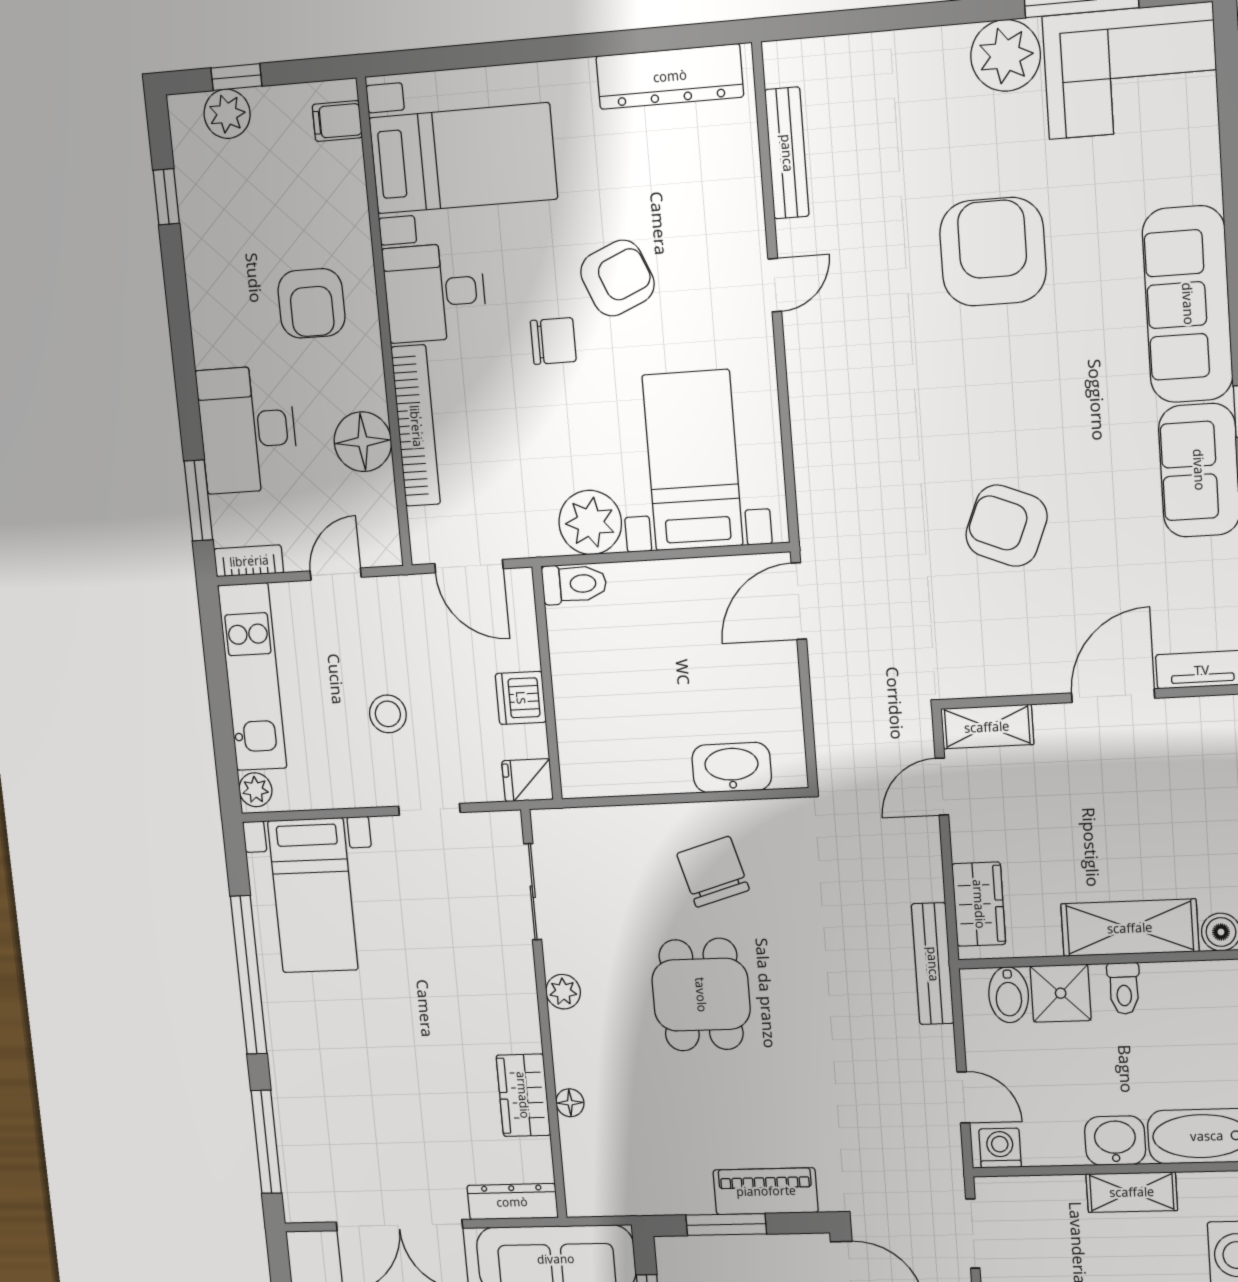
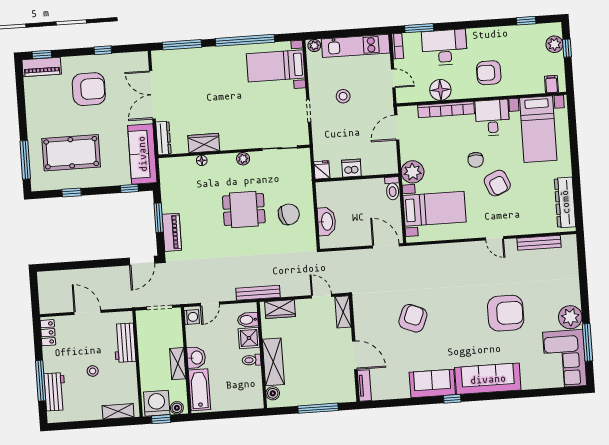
toilet: (574, 584) -> (392, 188), moved
wall: (547, 684) -> (357, 178), moved
dishwasher: (521, 698) -> (351, 168), moved
fridge: (527, 780) -> (322, 170), moved

